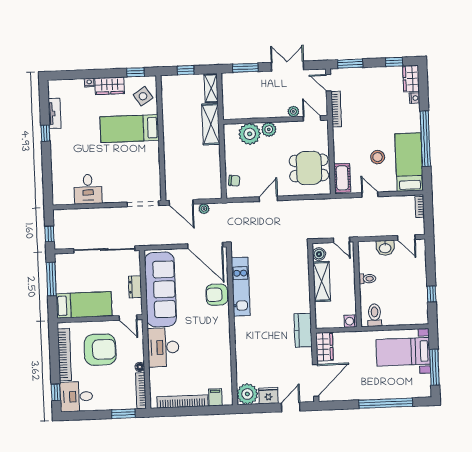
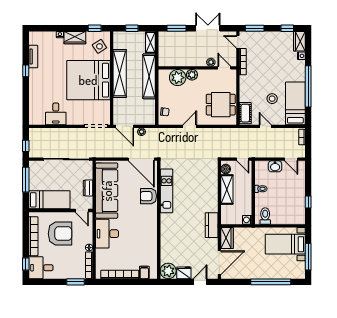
shelving: (211, 124) -> (149, 76), width x1.47
bed: (129, 129) -> (88, 80), width x2.04
shelving: (172, 132) -> (120, 73), added

